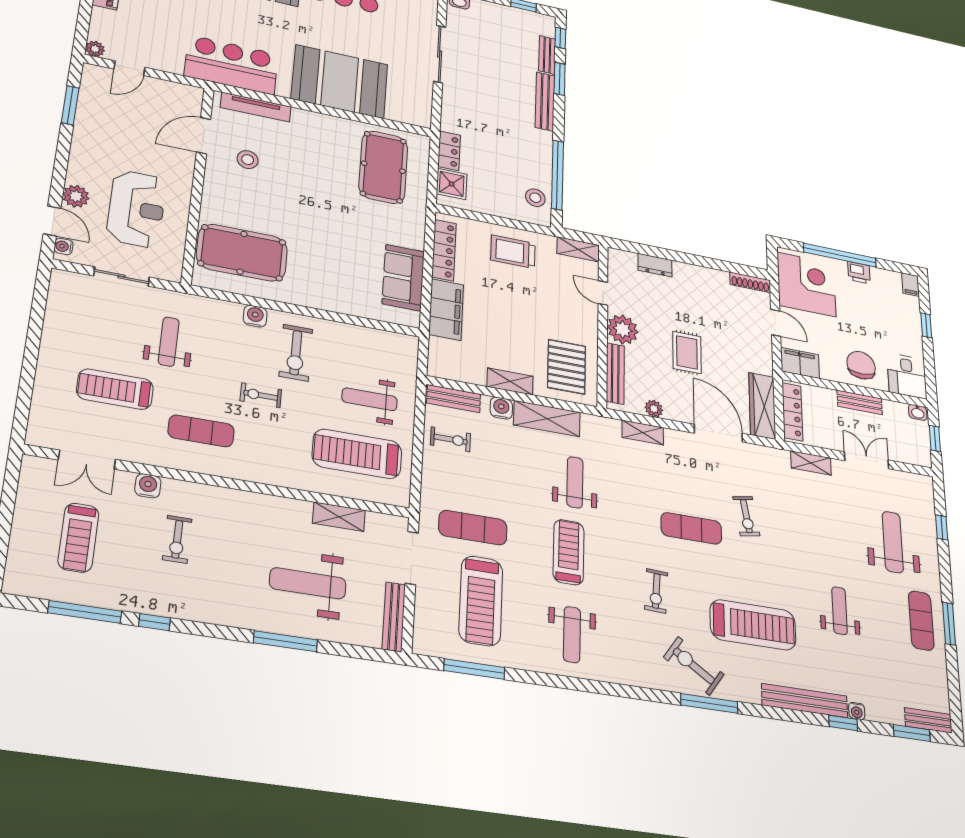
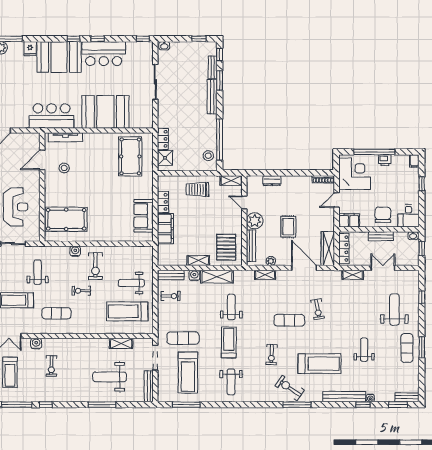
locker: (444, 250) -> (163, 202), width x0.66
door: (776, 323) -> (337, 200), swing flipped

